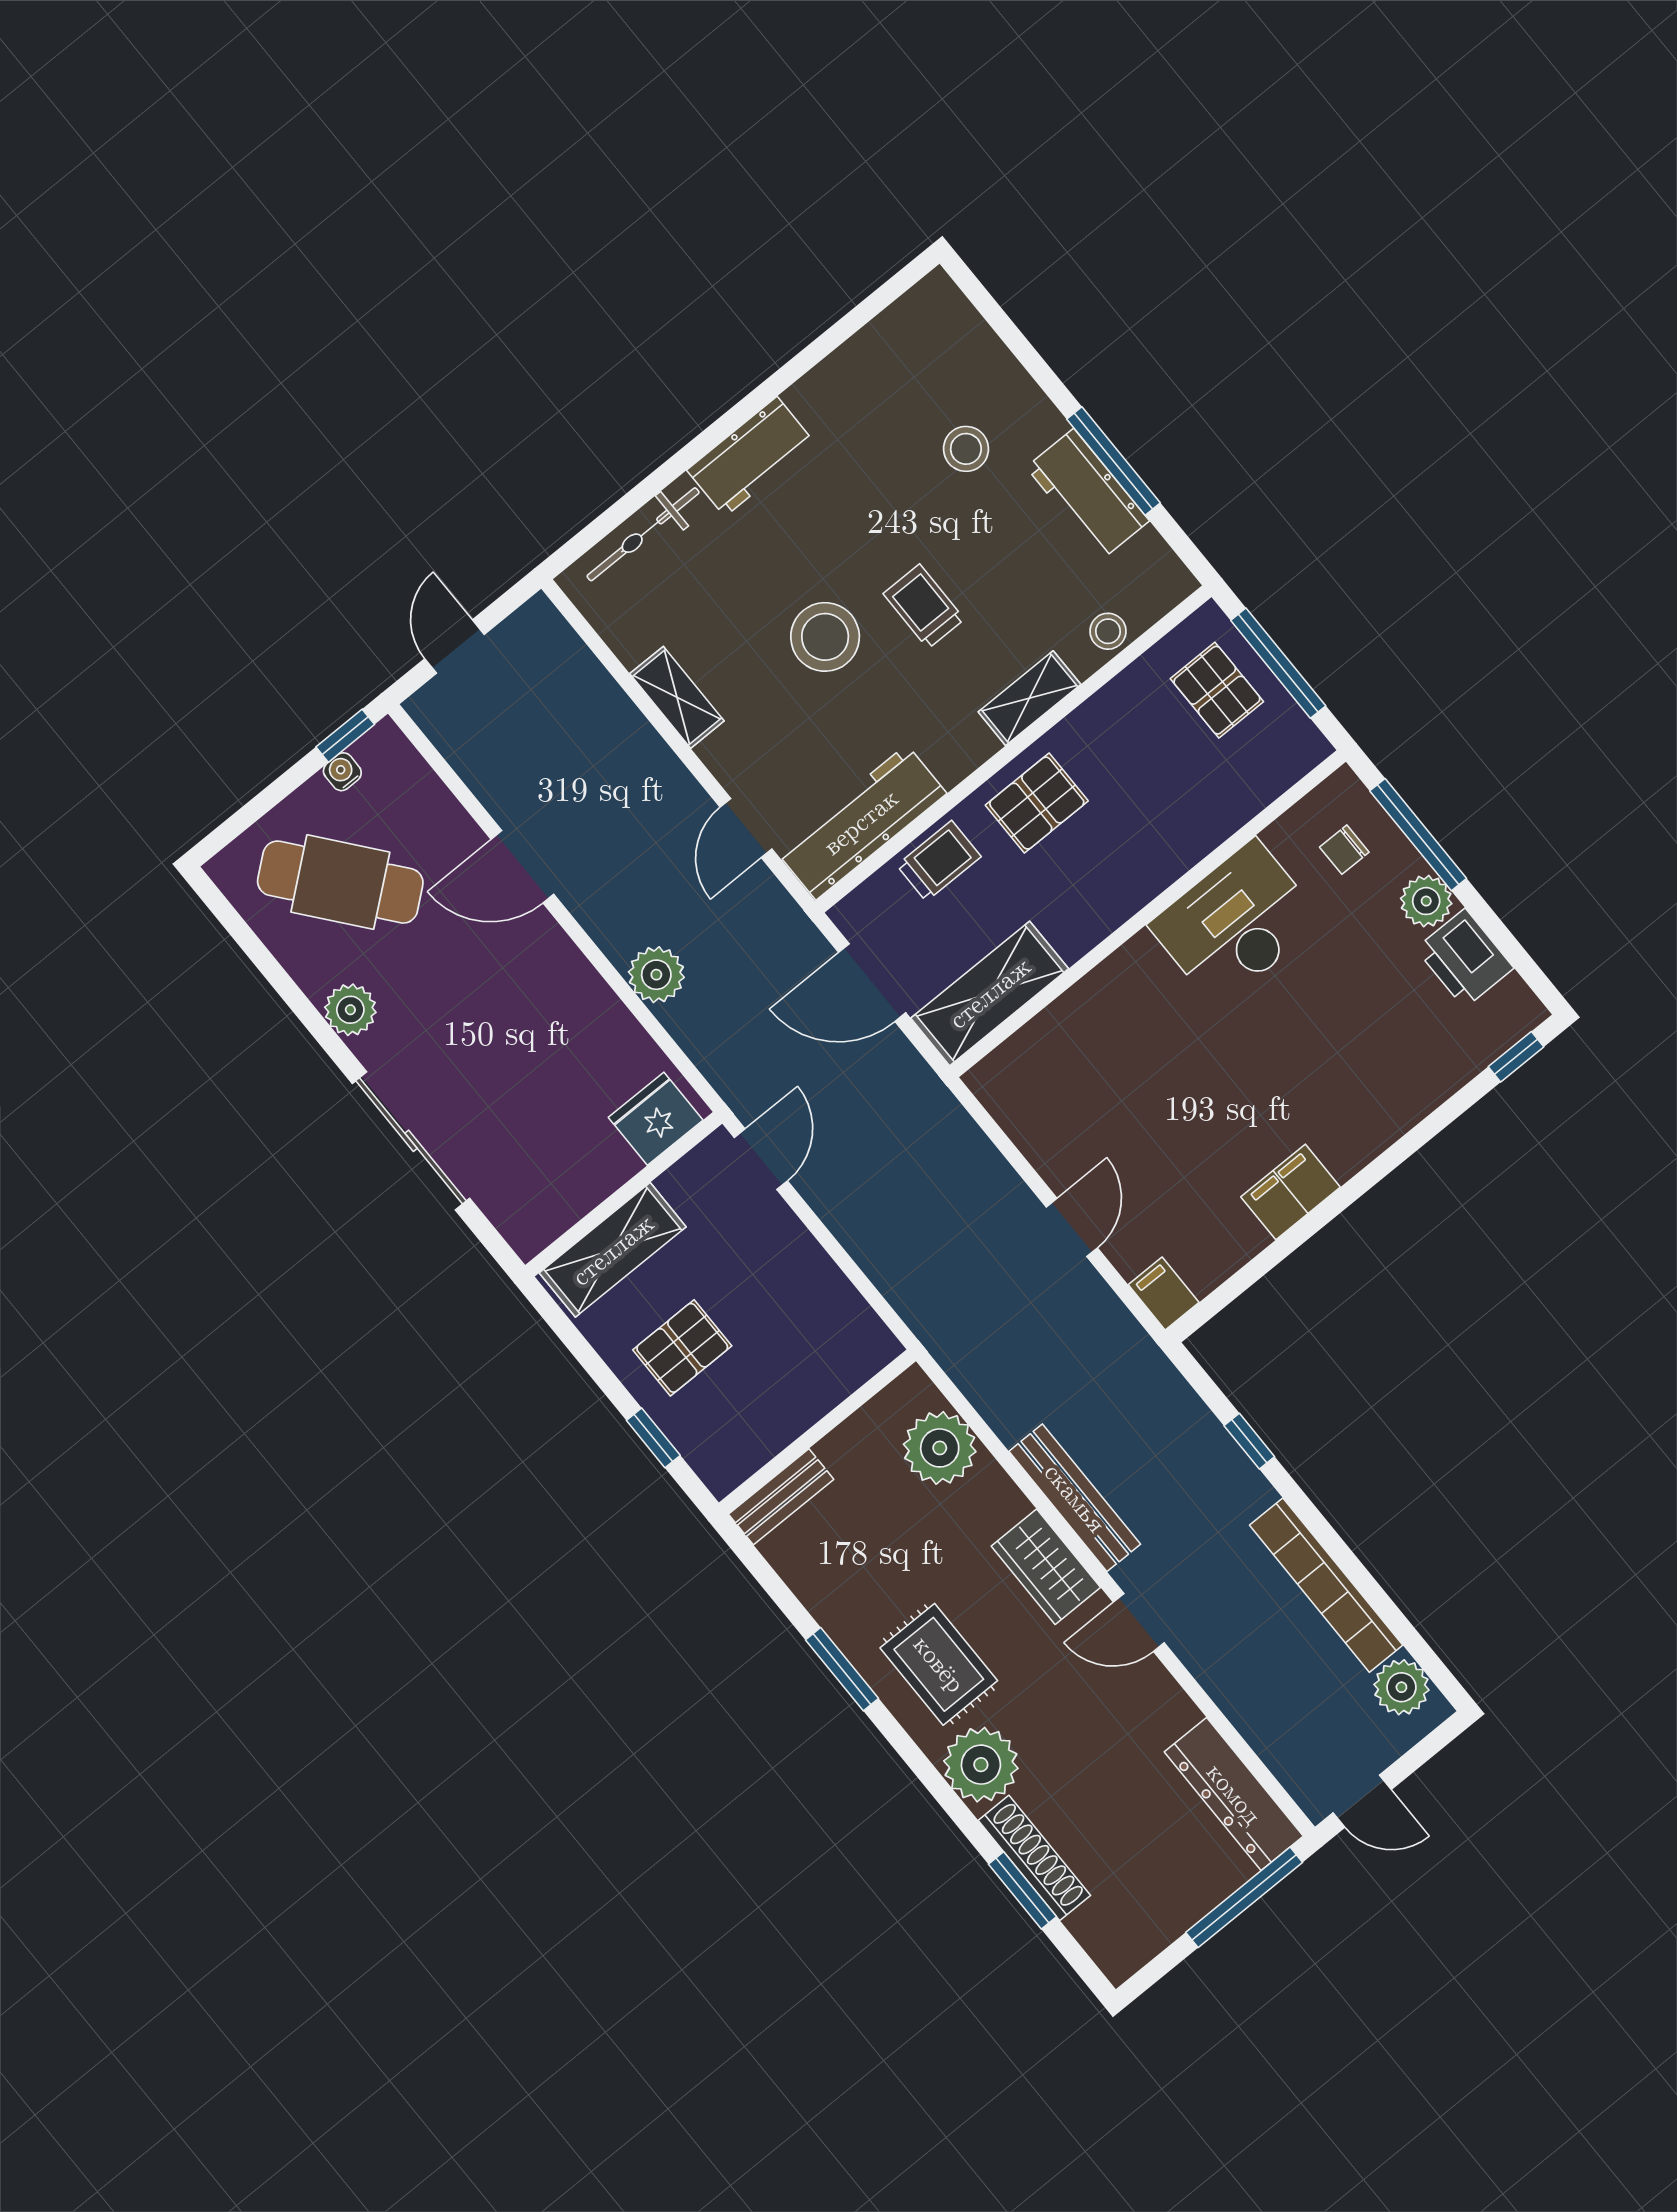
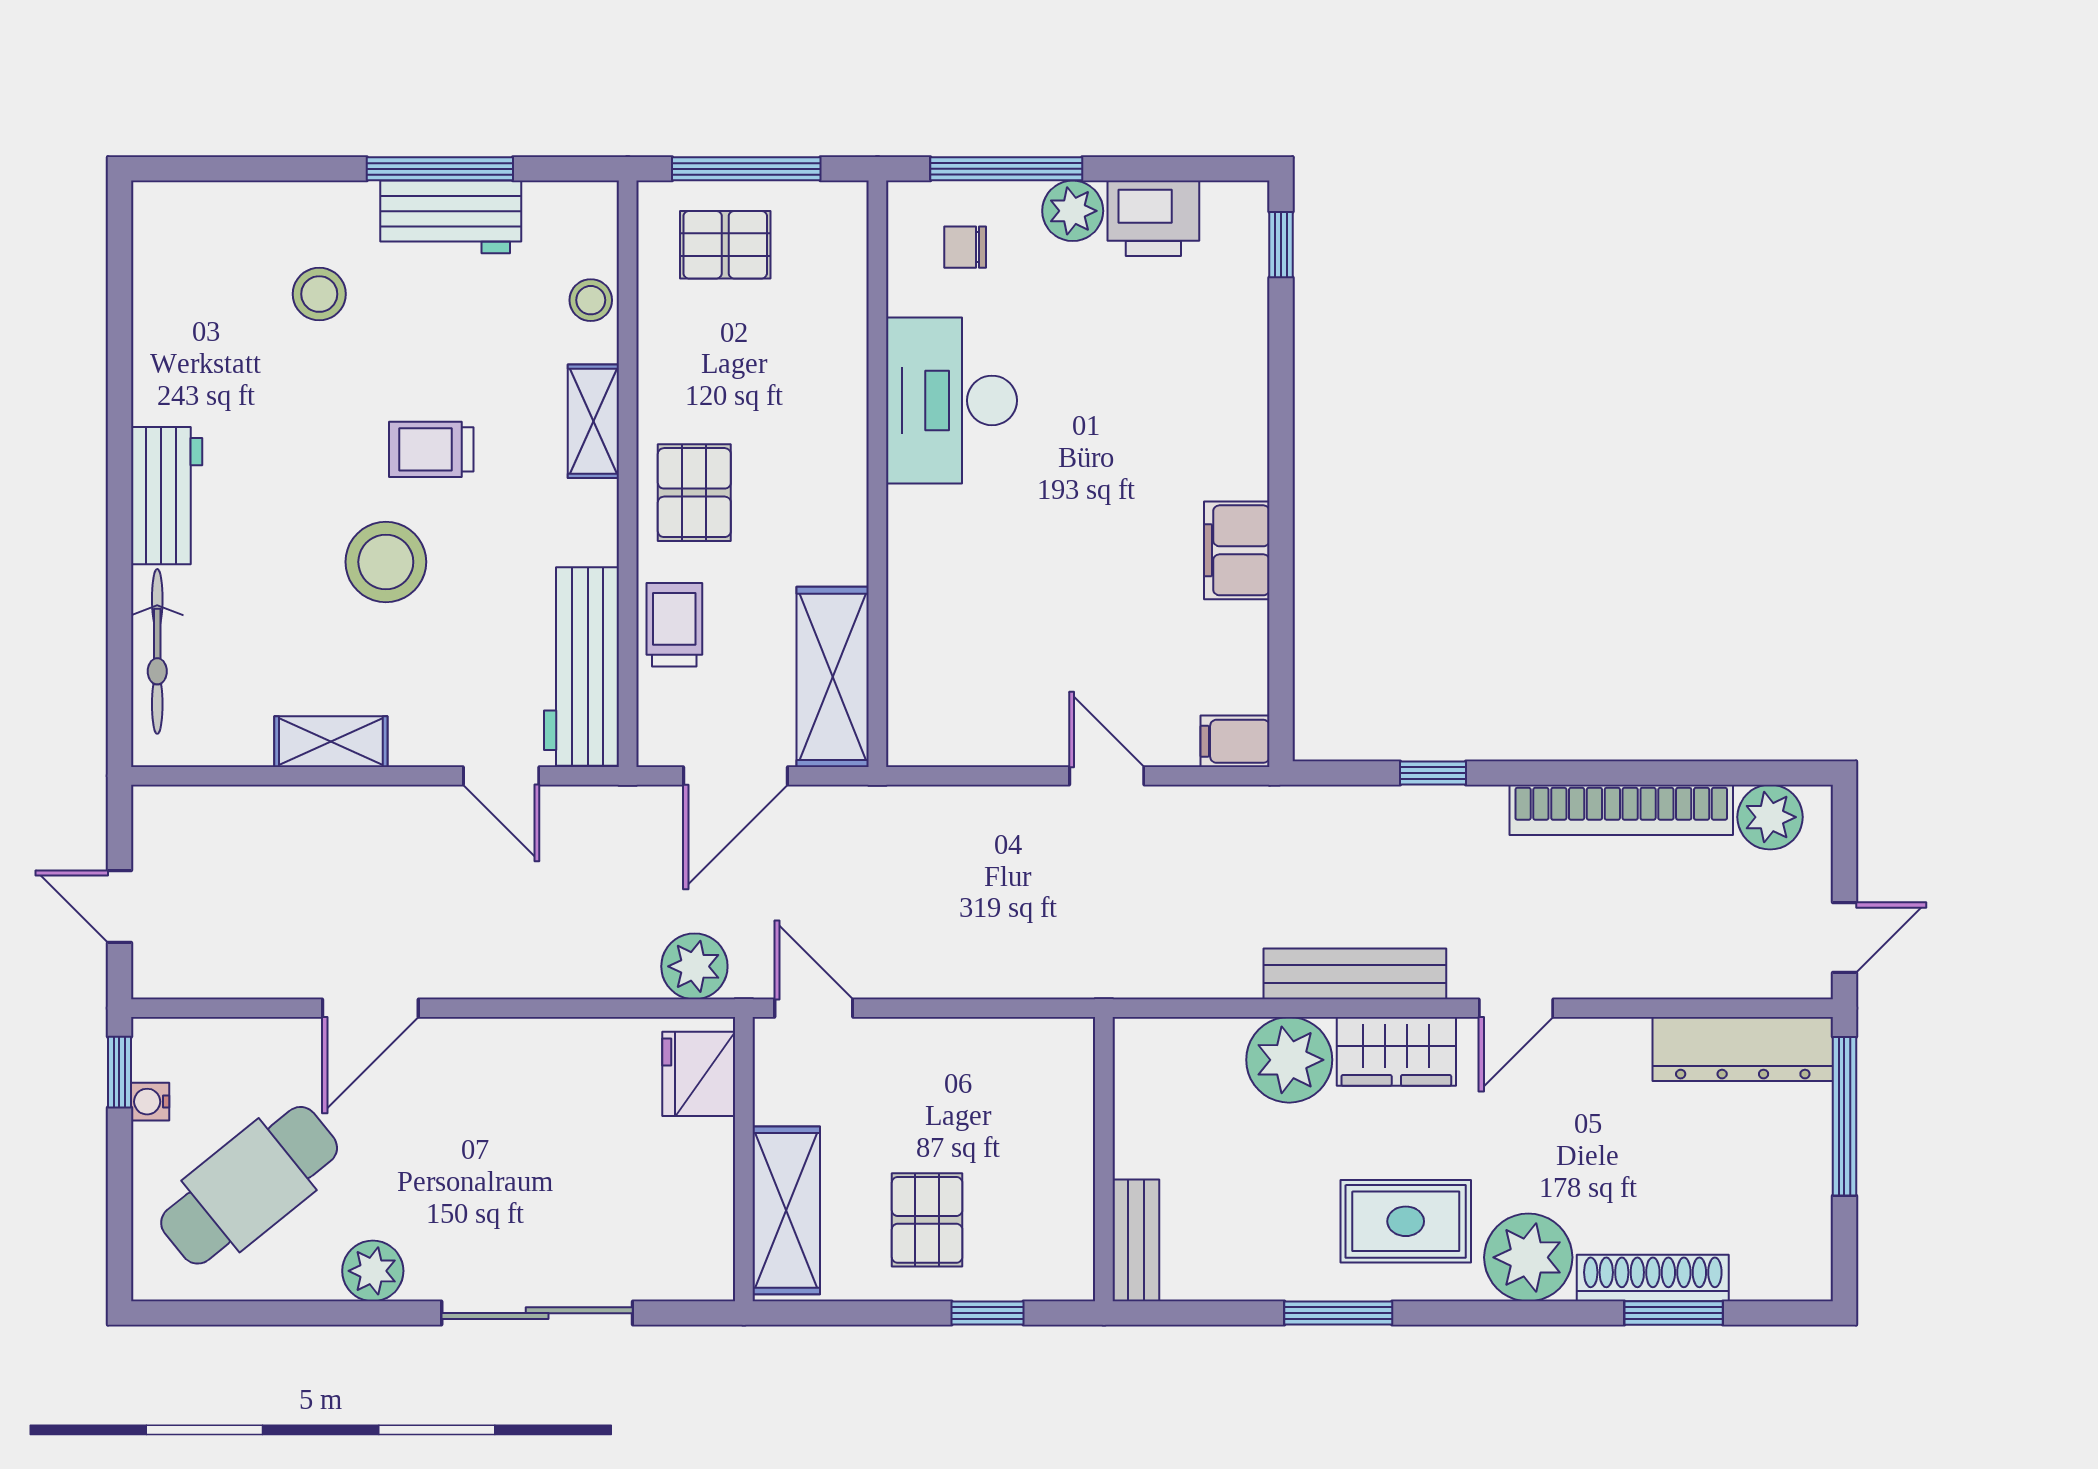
chair: (1344, 850) -> (965, 247), turned 90
plant: (656, 975) -> (694, 966), moved
plant: (940, 1448) -> (1289, 1060), moved

